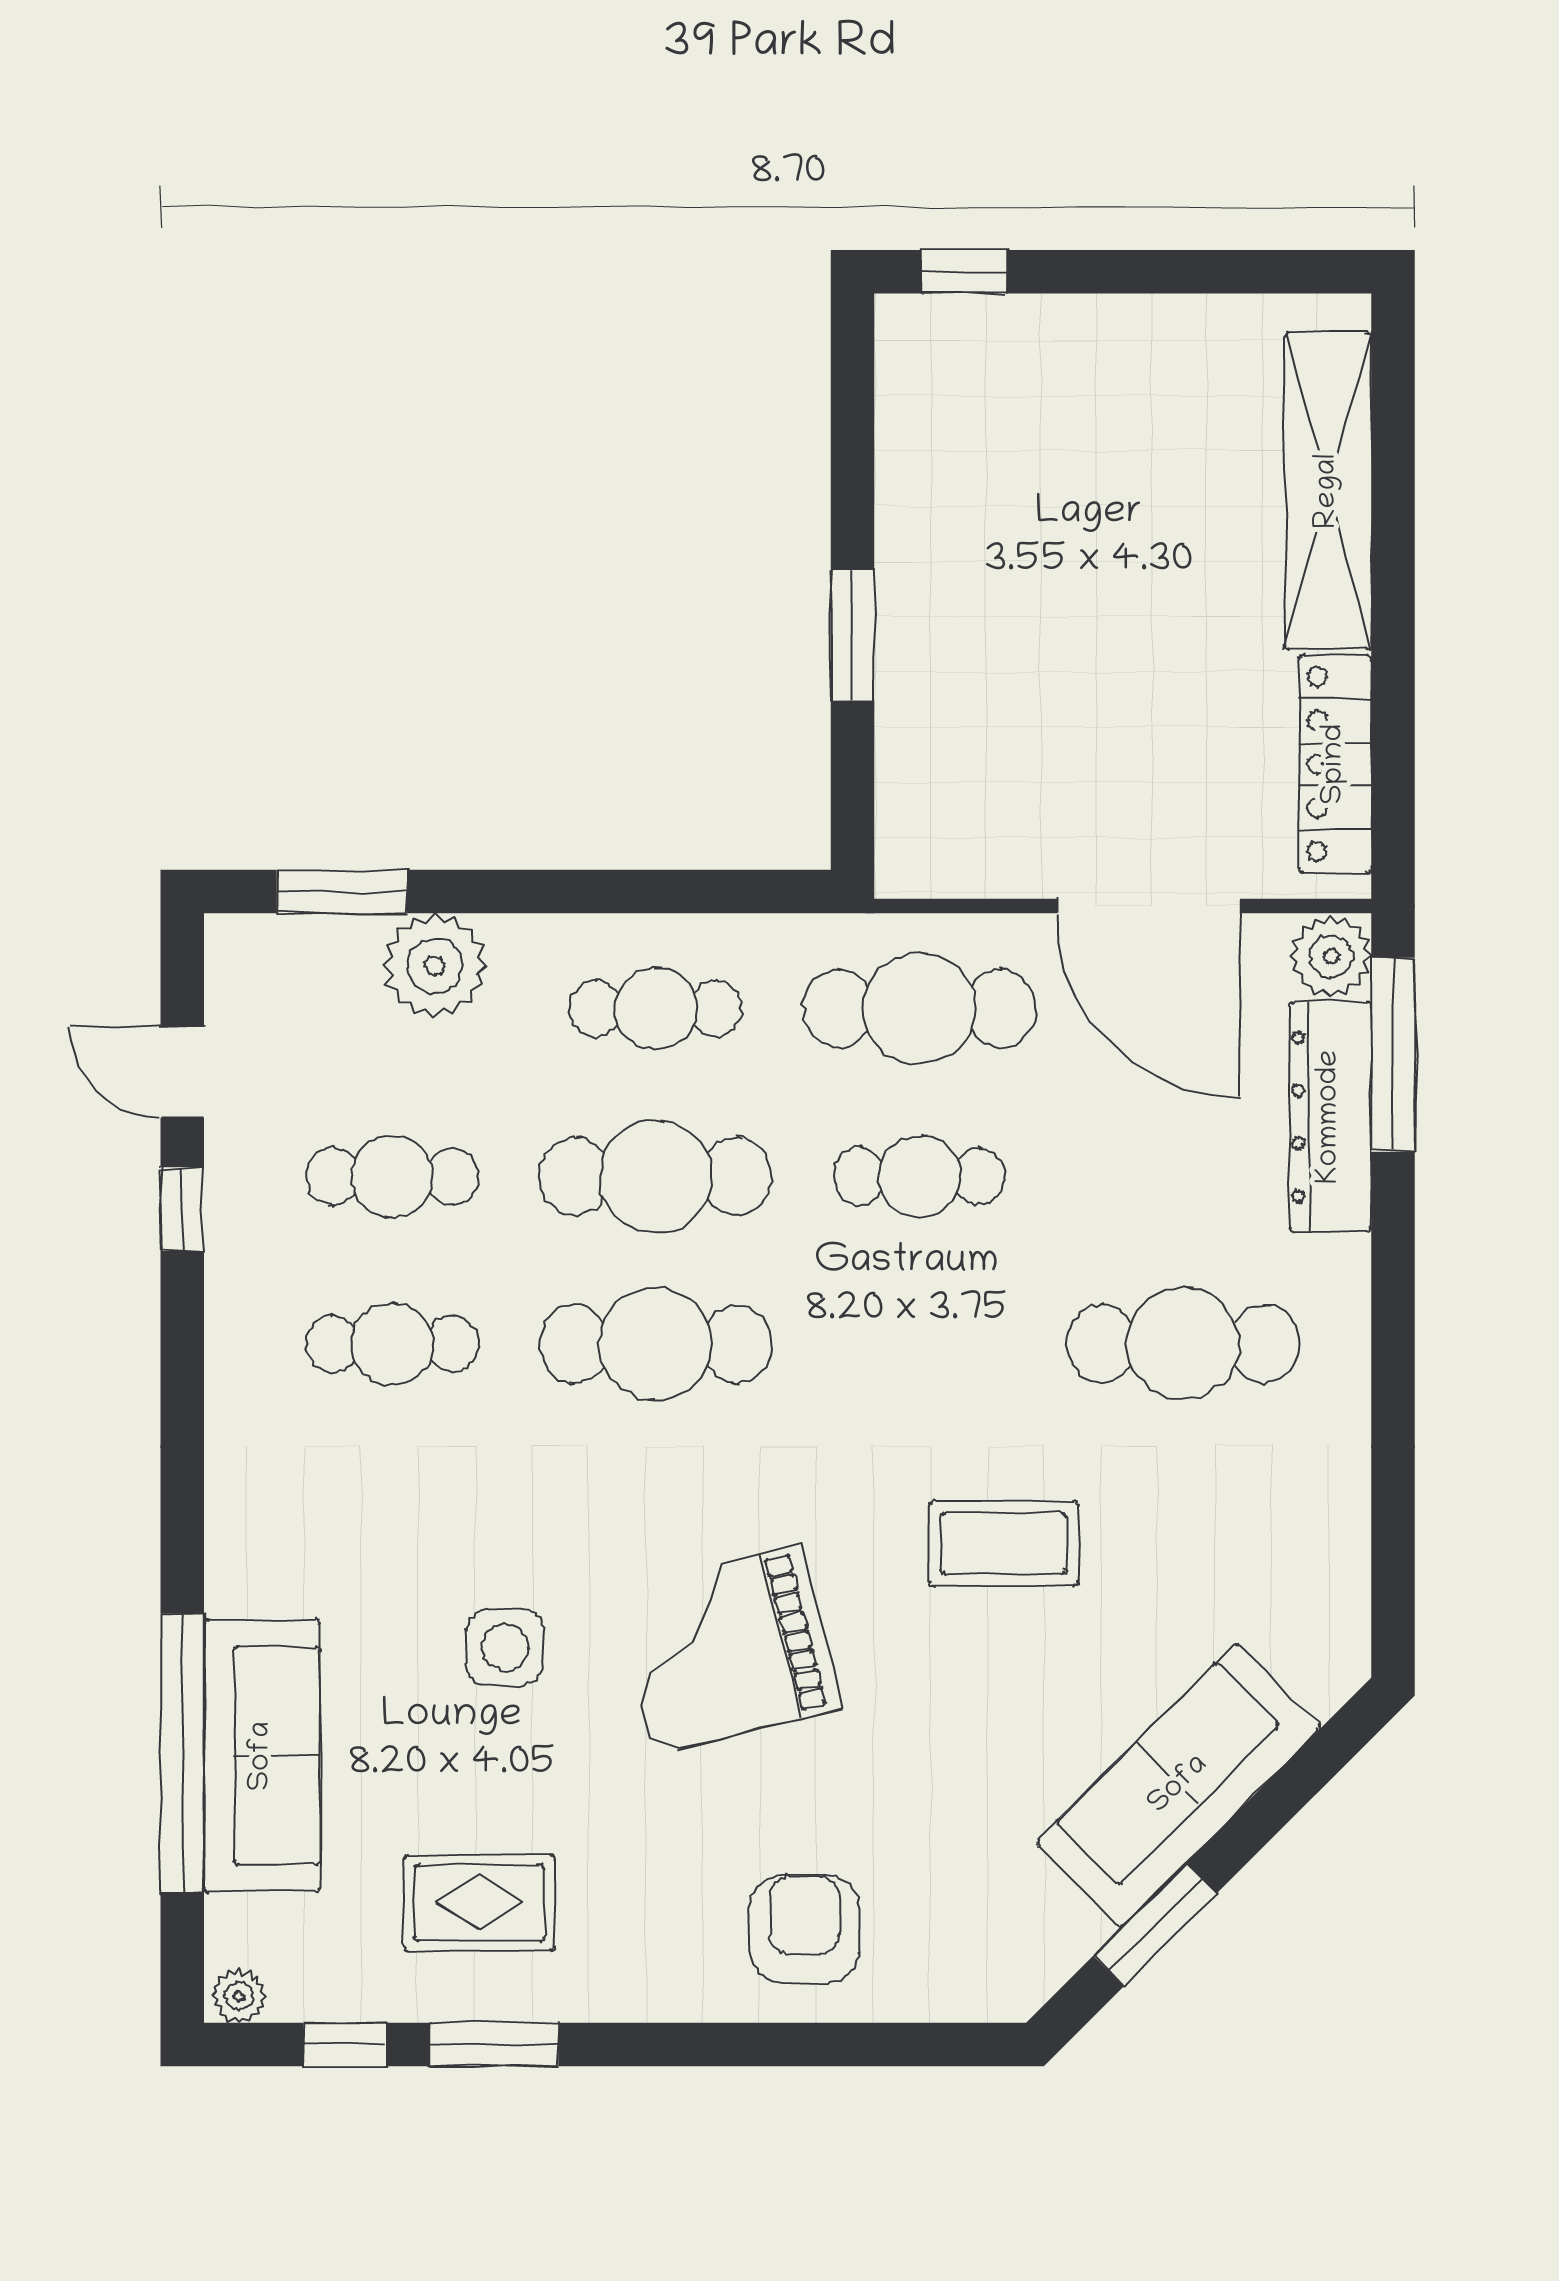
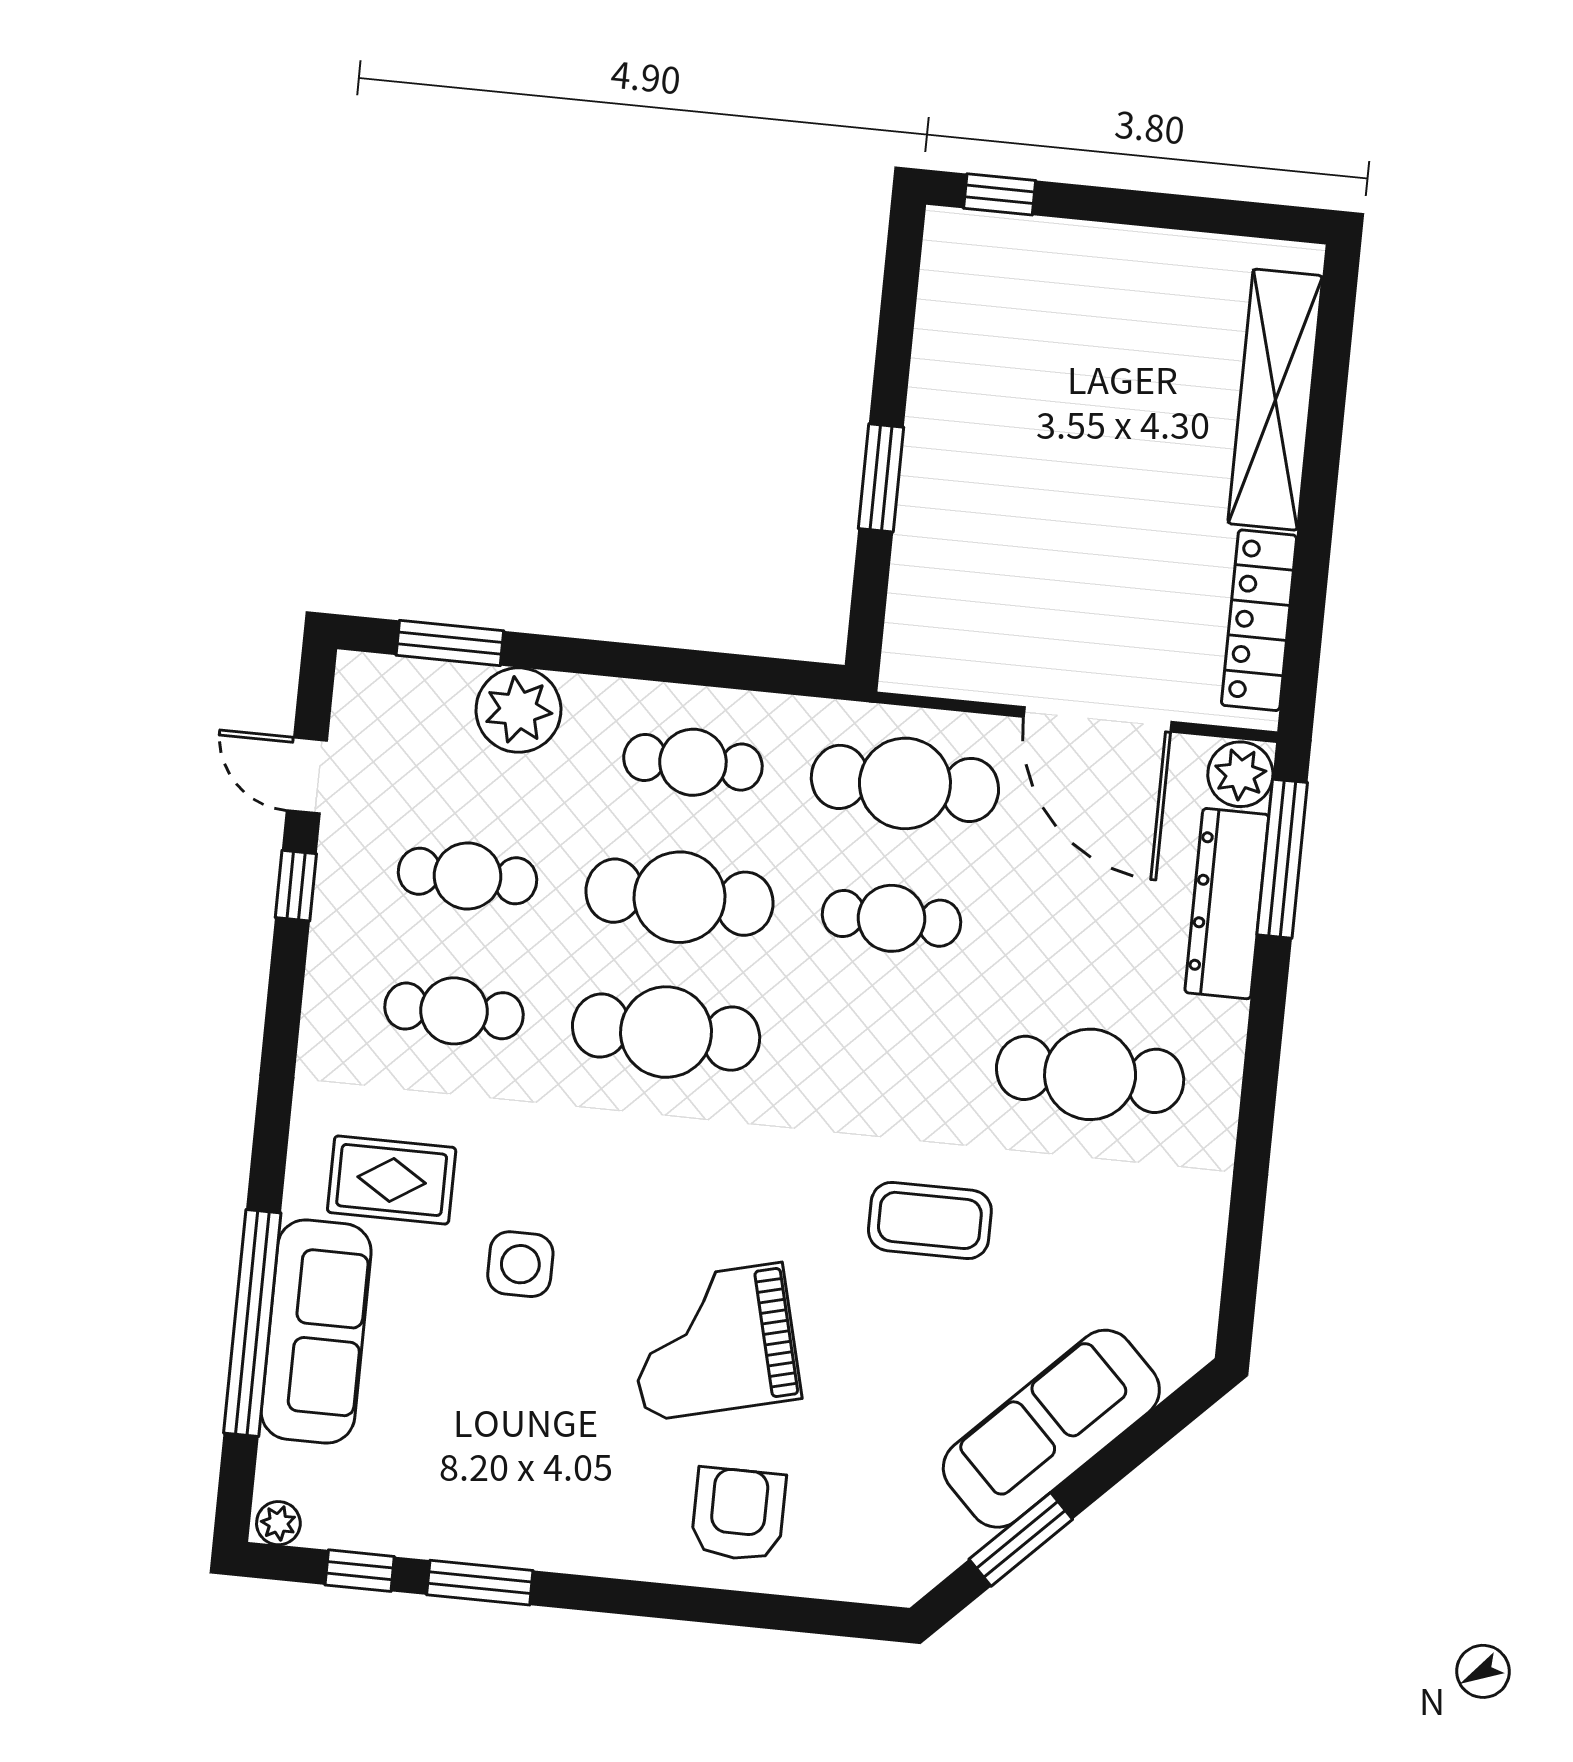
grand piano: (727, 1649) -> (713, 1342), moved
rug: (479, 1903) -> (392, 1180), moved

